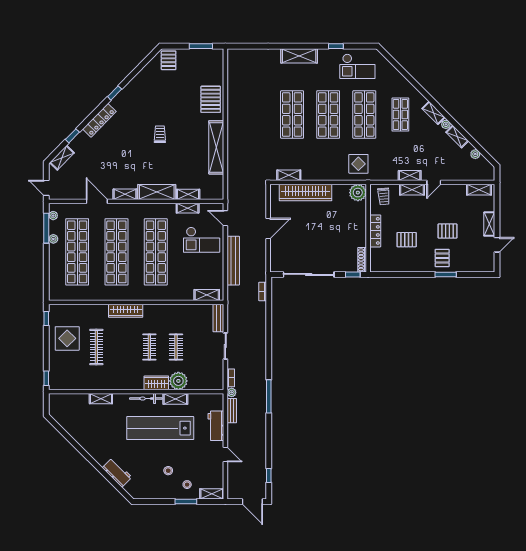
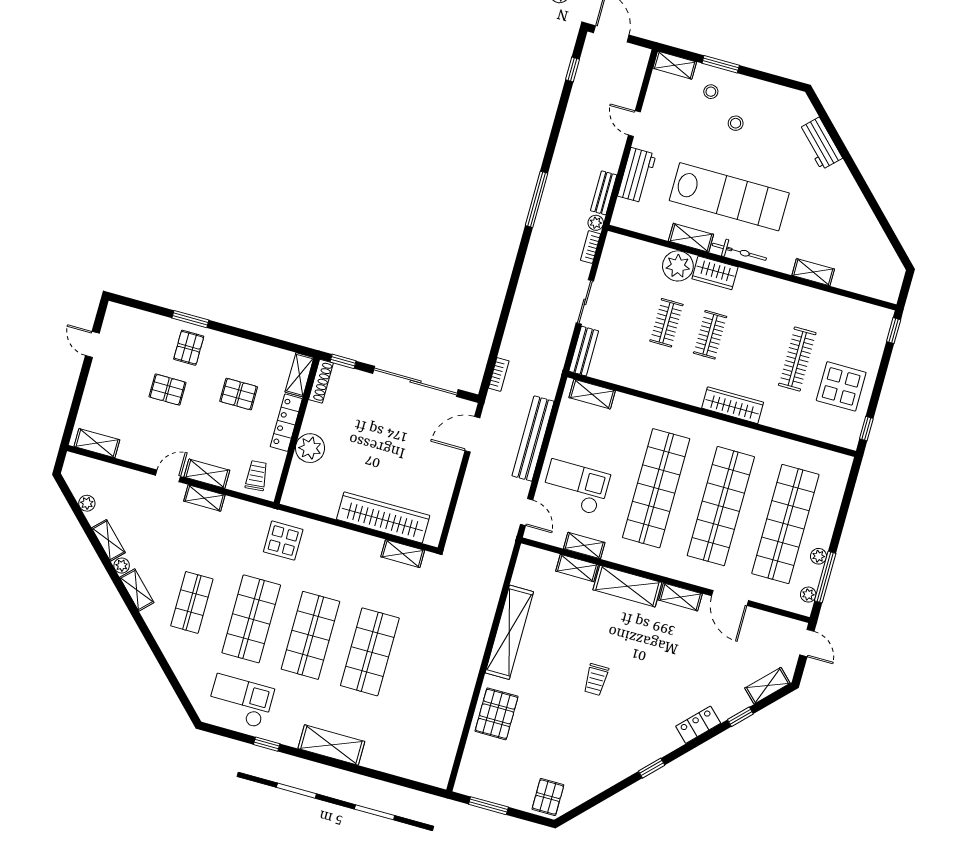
locker: (99, 120) -> (698, 725), width x0.66
plant: (358, 193) -> (310, 448), moved
shelving: (489, 224) -> (299, 375), moved
door: (268, 229) -> (472, 434), moved
door: (497, 245) -> (92, 344), hinge flipped

